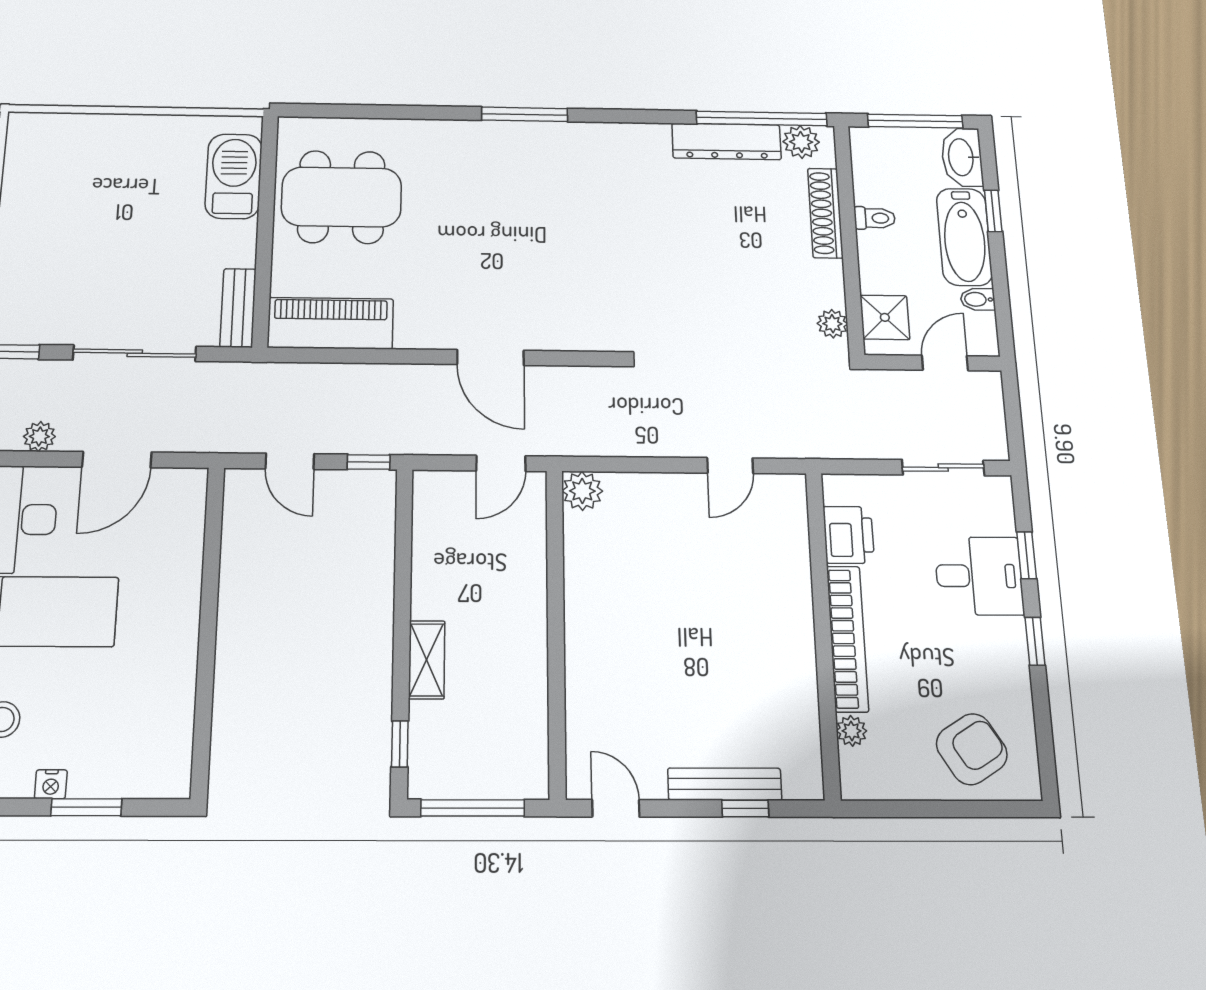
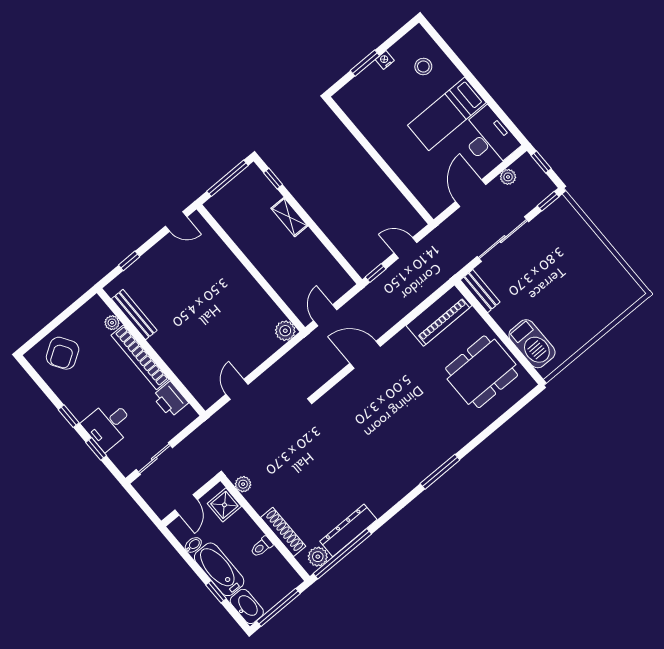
bench: (725, 784) -> (134, 315), moved, turned 90

